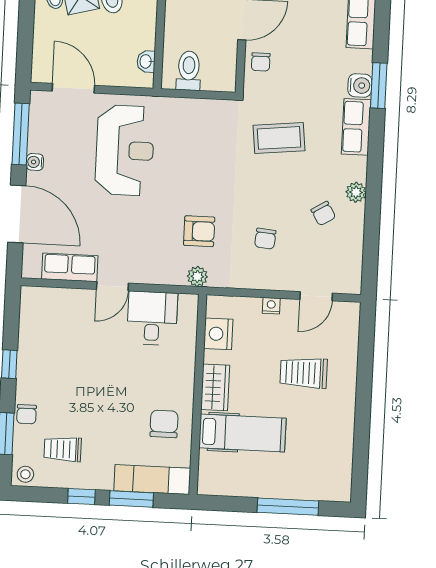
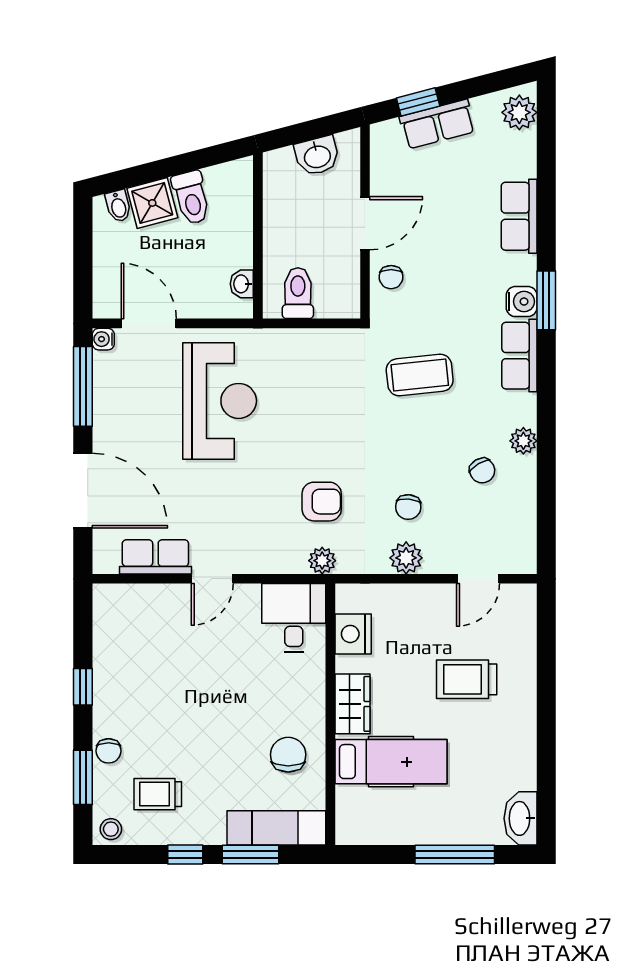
water cooler: (35, 162) -> (103, 339), moved
plant: (262, 278) -> (406, 558), added
nightstand: (271, 306) -> (420, 594), removed
desk: (152, 318) -> (294, 618), moved
washbasin: (340, 481) -> (520, 818), added

